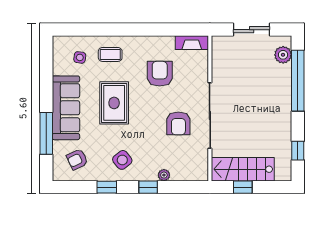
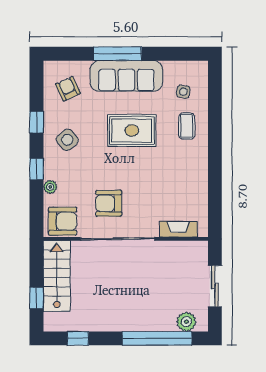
fireplace: (192, 43) -> (178, 229), moved, turned 90
armchair: (160, 74) -> (63, 221), moved
window: (46, 133) -> (117, 54), moved
window: (243, 187) -> (37, 298), moved

